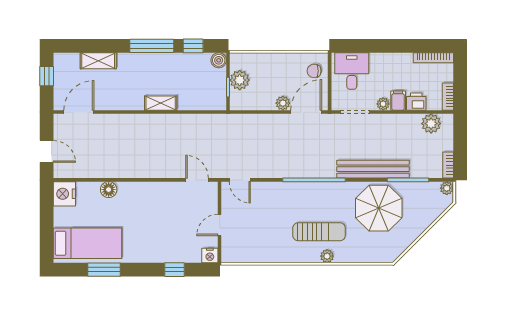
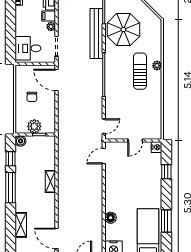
chair: (314, 71) -> (32, 97), moved
plant: (283, 103) -> (50, 96), removed
door: (220, 225) -> (135, 140), hinge flipped

